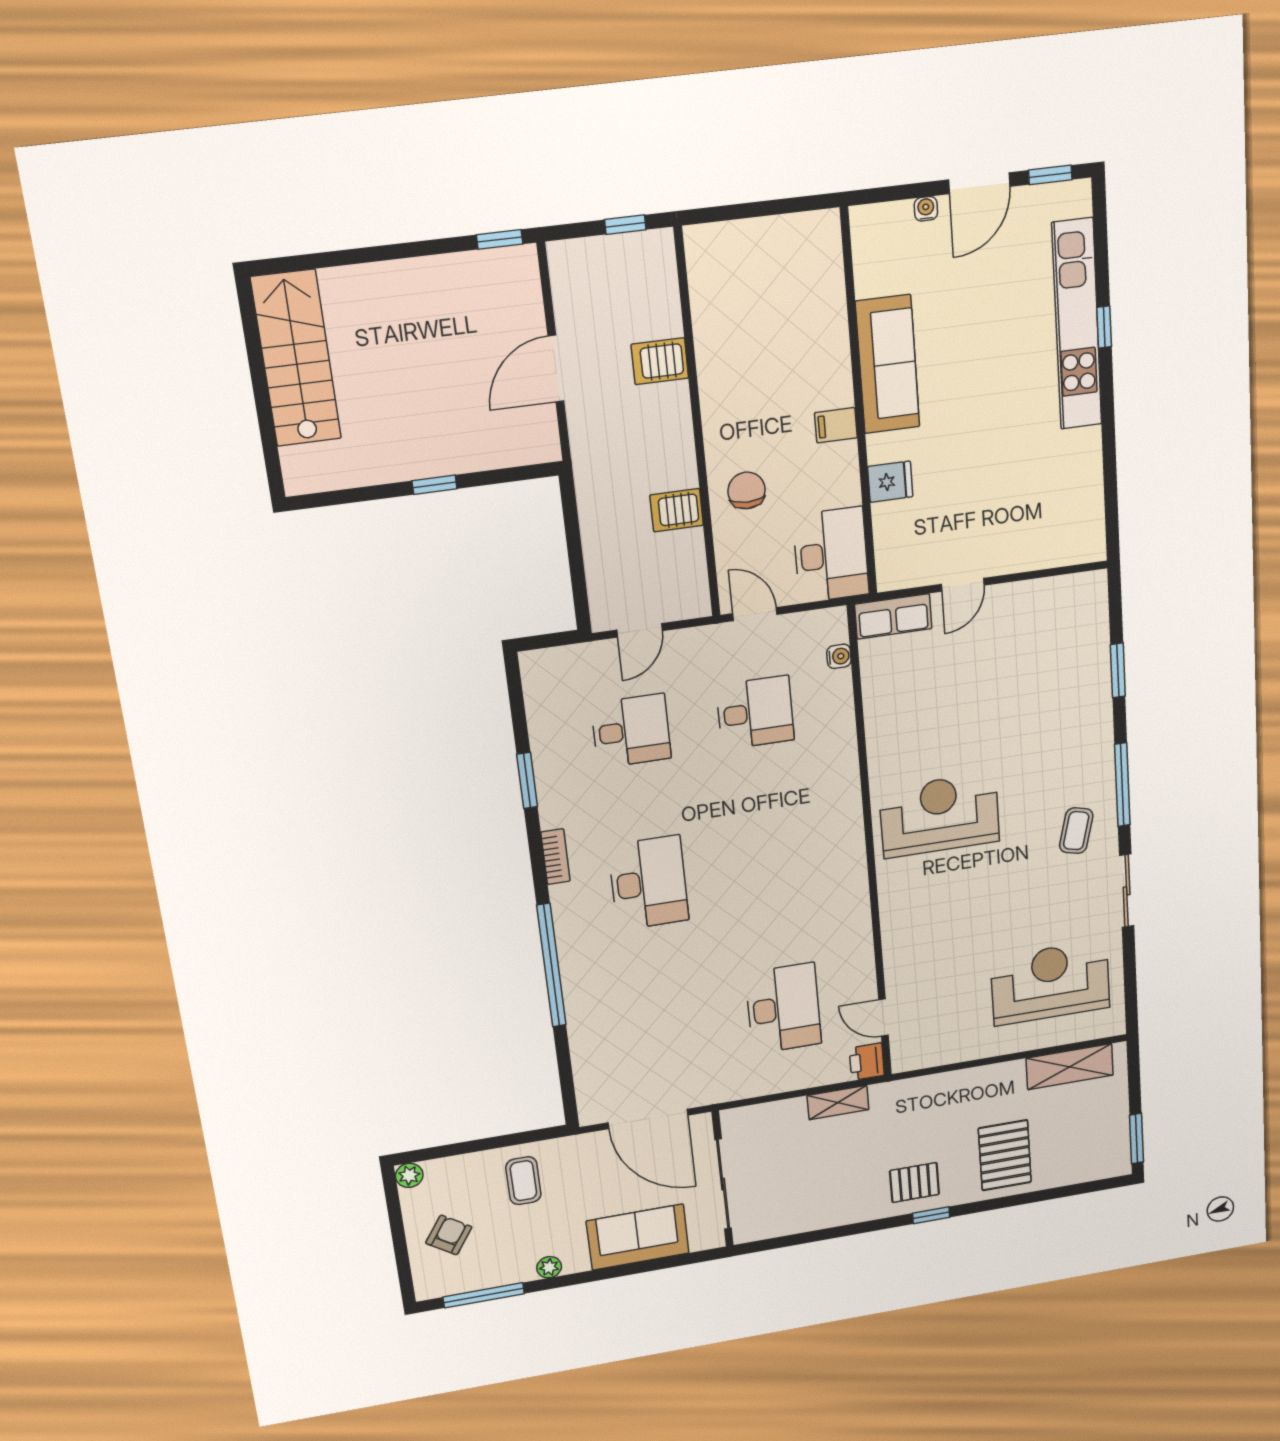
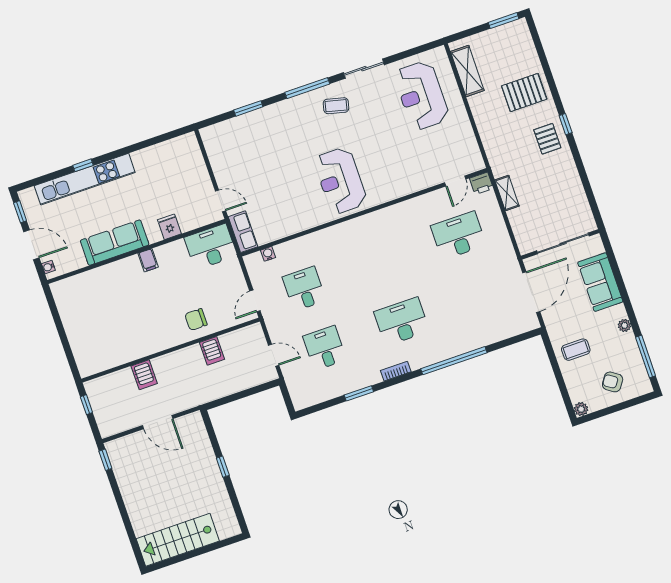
sofa: (888, 364) -> (115, 243), moved
wall: (859, 405) -> (137, 252), moved
filing cabinet: (836, 425) -> (148, 260), moved
fridge: (890, 482) -> (169, 227), moved
desk: (831, 555) -> (211, 247), moved

